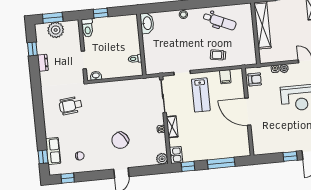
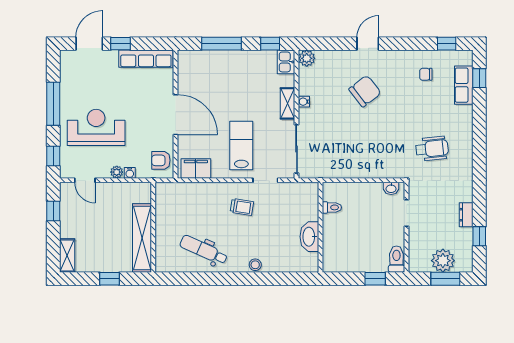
washbasin: (147, 23) -> (309, 237), moved
trolley: (218, 55) -> (242, 207), moved
filing cabinet: (225, 77) -> (196, 168), width x2.00
row of seats: (272, 148) -> (146, 59), added

